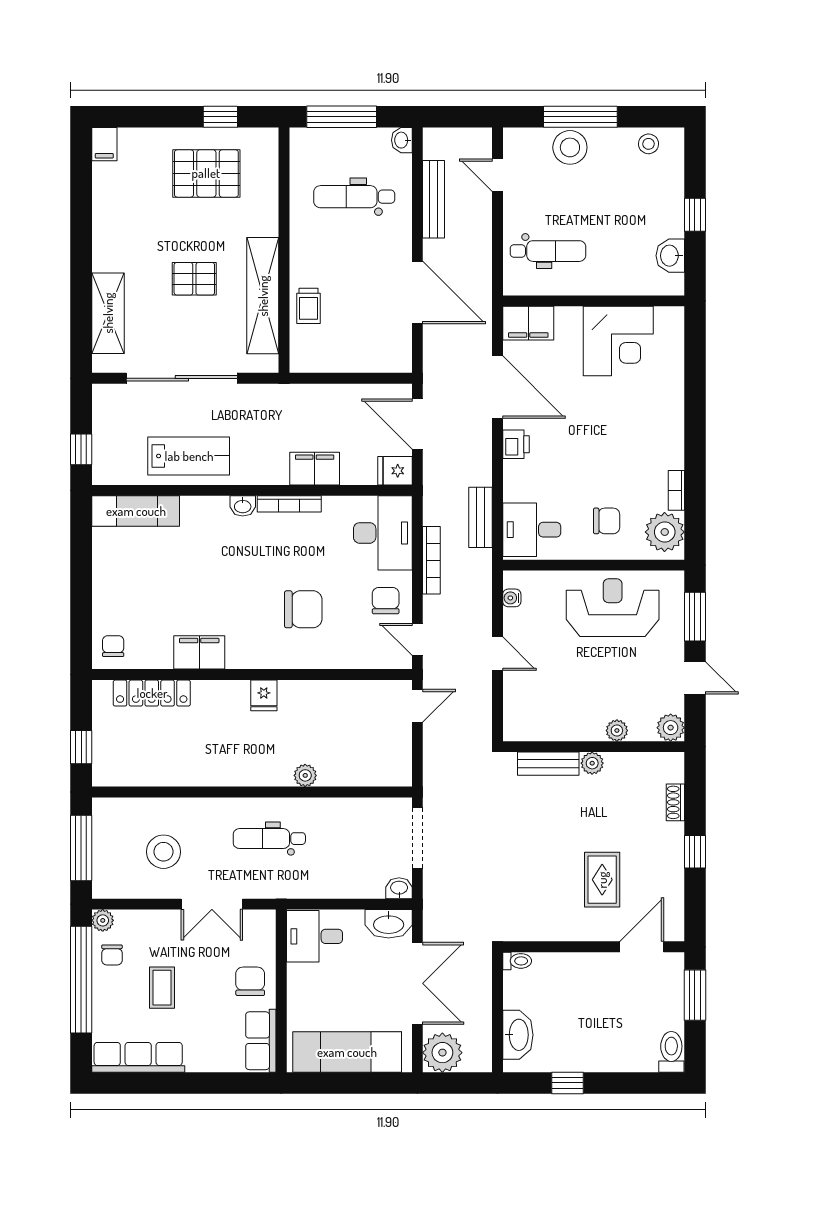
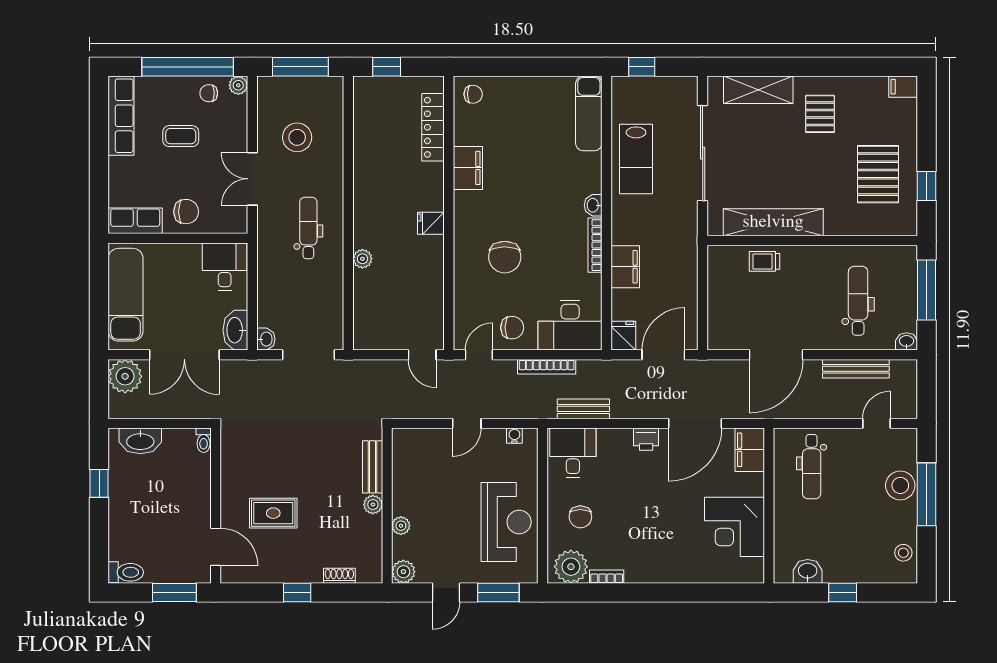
pallet: (194, 279) -> (820, 114), moved

